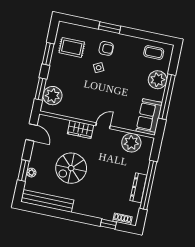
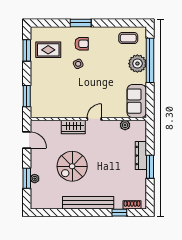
window: (48, 54) -> (27, 50), moved
plant: (52, 96) -> (39, 100), removed
window: (167, 97) -> (150, 60), moved
plant: (131, 143) -> (125, 125), width x0.53, depth x0.53
window: (148, 185) -> (150, 167), width x0.47
dresser: (138, 188) -> (141, 156), moved
bench: (47, 201) -> (88, 203), moved

